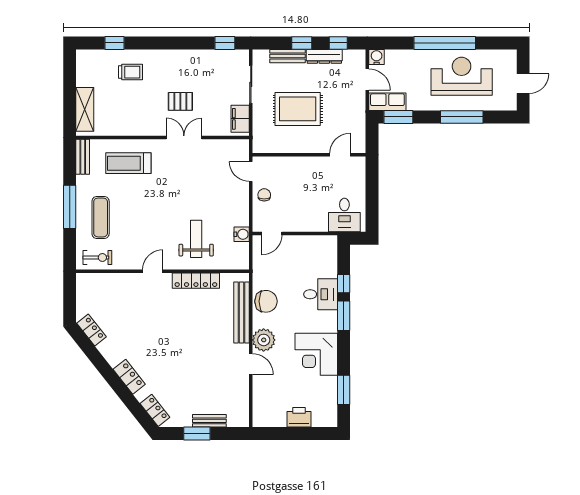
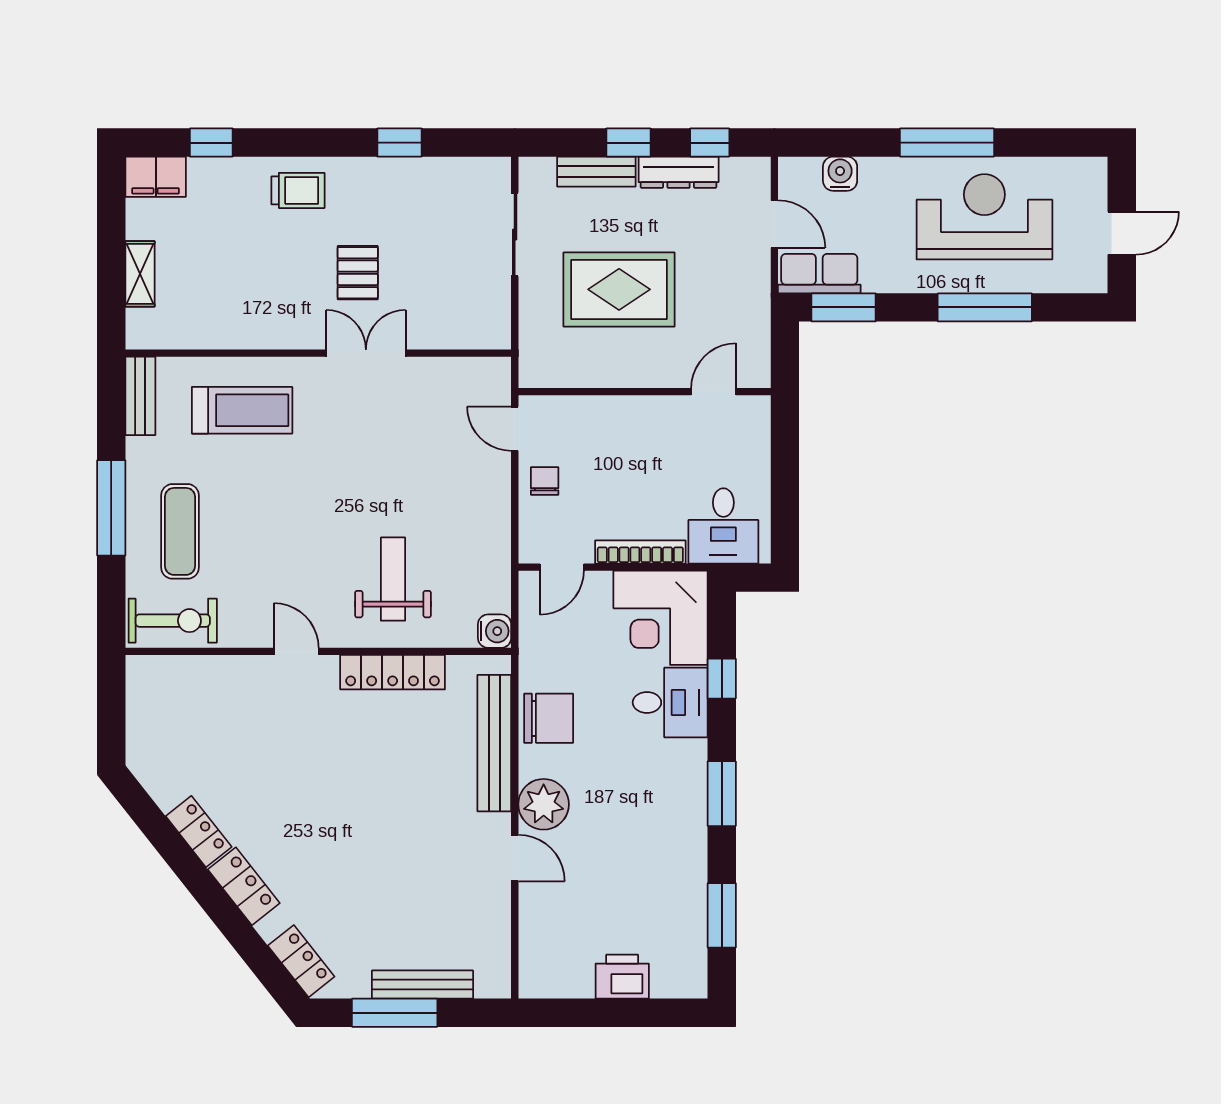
window: (225, 43) -> (399, 143), moved
window: (445, 43) -> (947, 143), width x0.68
water cooler: (377, 57) -> (840, 174), moved
trolley: (131, 72) -> (298, 190), moved
pallet: (180, 101) -> (358, 273), turned 90
shelving: (85, 109) -> (140, 274), width x0.67, depth x0.75
filing cabinet: (240, 119) -> (156, 177), moved, turned -90
treadmill: (128, 163) -> (242, 410), turned 180
bookcase: (307, 227) -> (640, 552), added
water cooler: (242, 234) -> (495, 631), moved
exercise bike: (97, 258) -> (173, 621), width x1.38, depth x1.39
door: (153, 271) -> (296, 651), hinge flipped
window: (344, 316) -> (722, 794), moved
locker: (91, 330) -> (199, 831), moved
corner desk: (316, 354) -> (661, 618), moved
bench: (209, 421) -> (422, 985), width x1.36
window: (197, 433) -> (395, 1013), width x1.44

